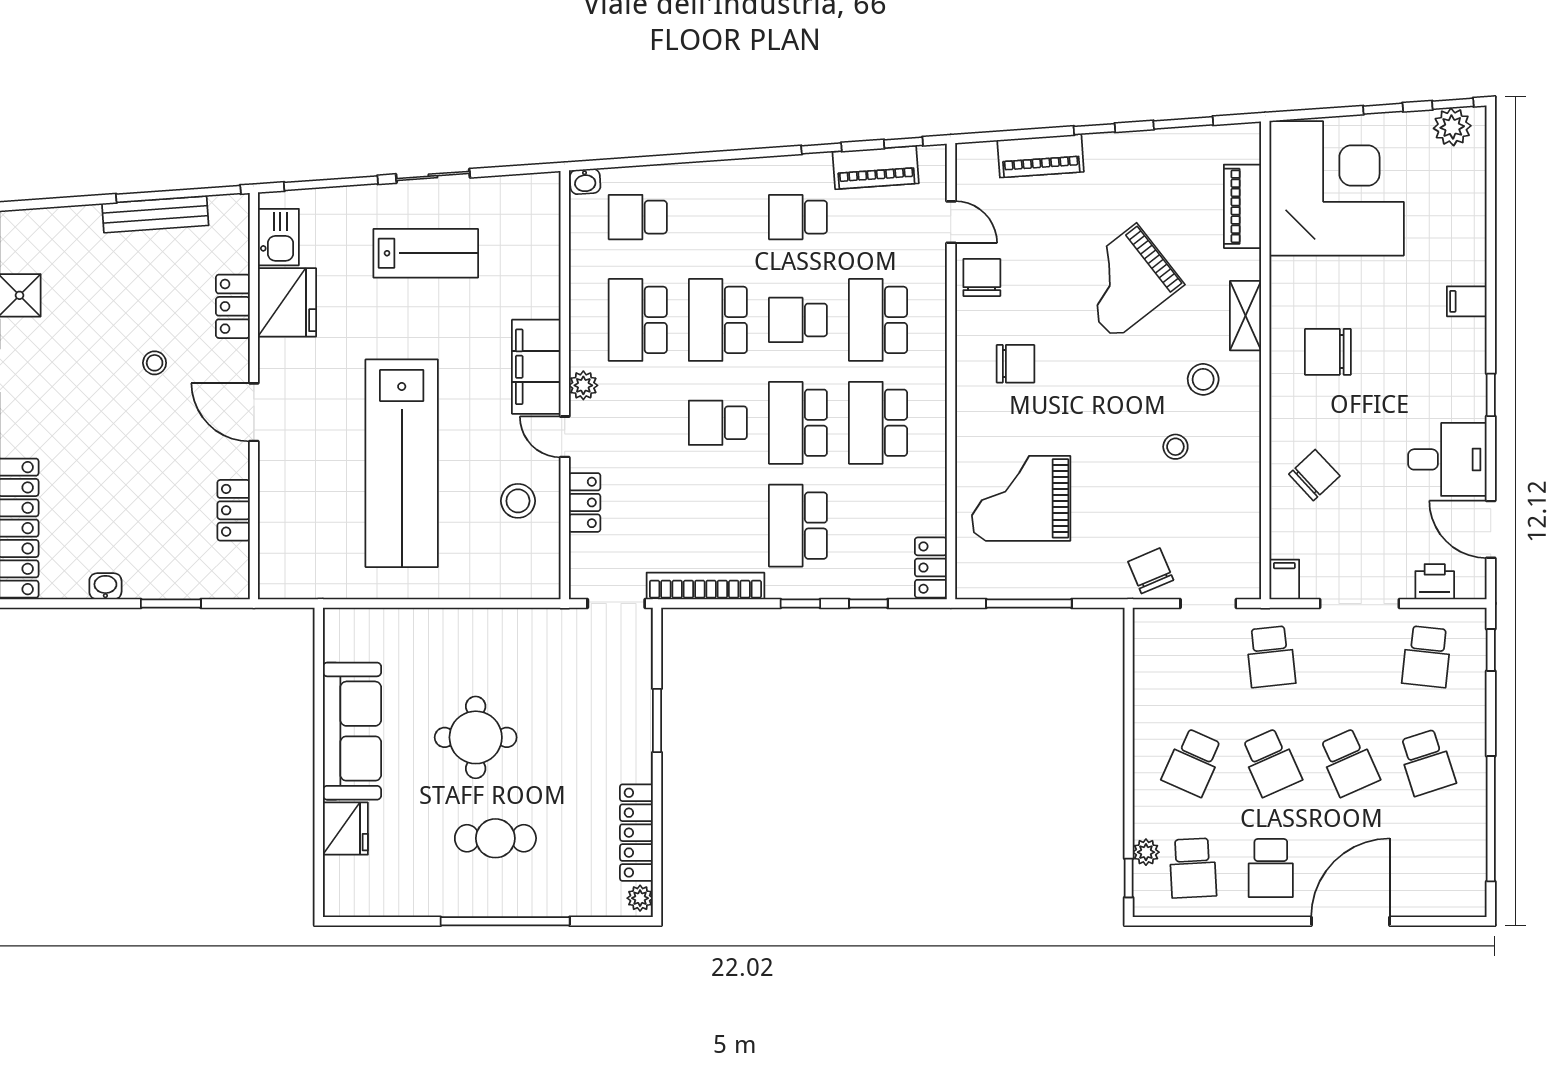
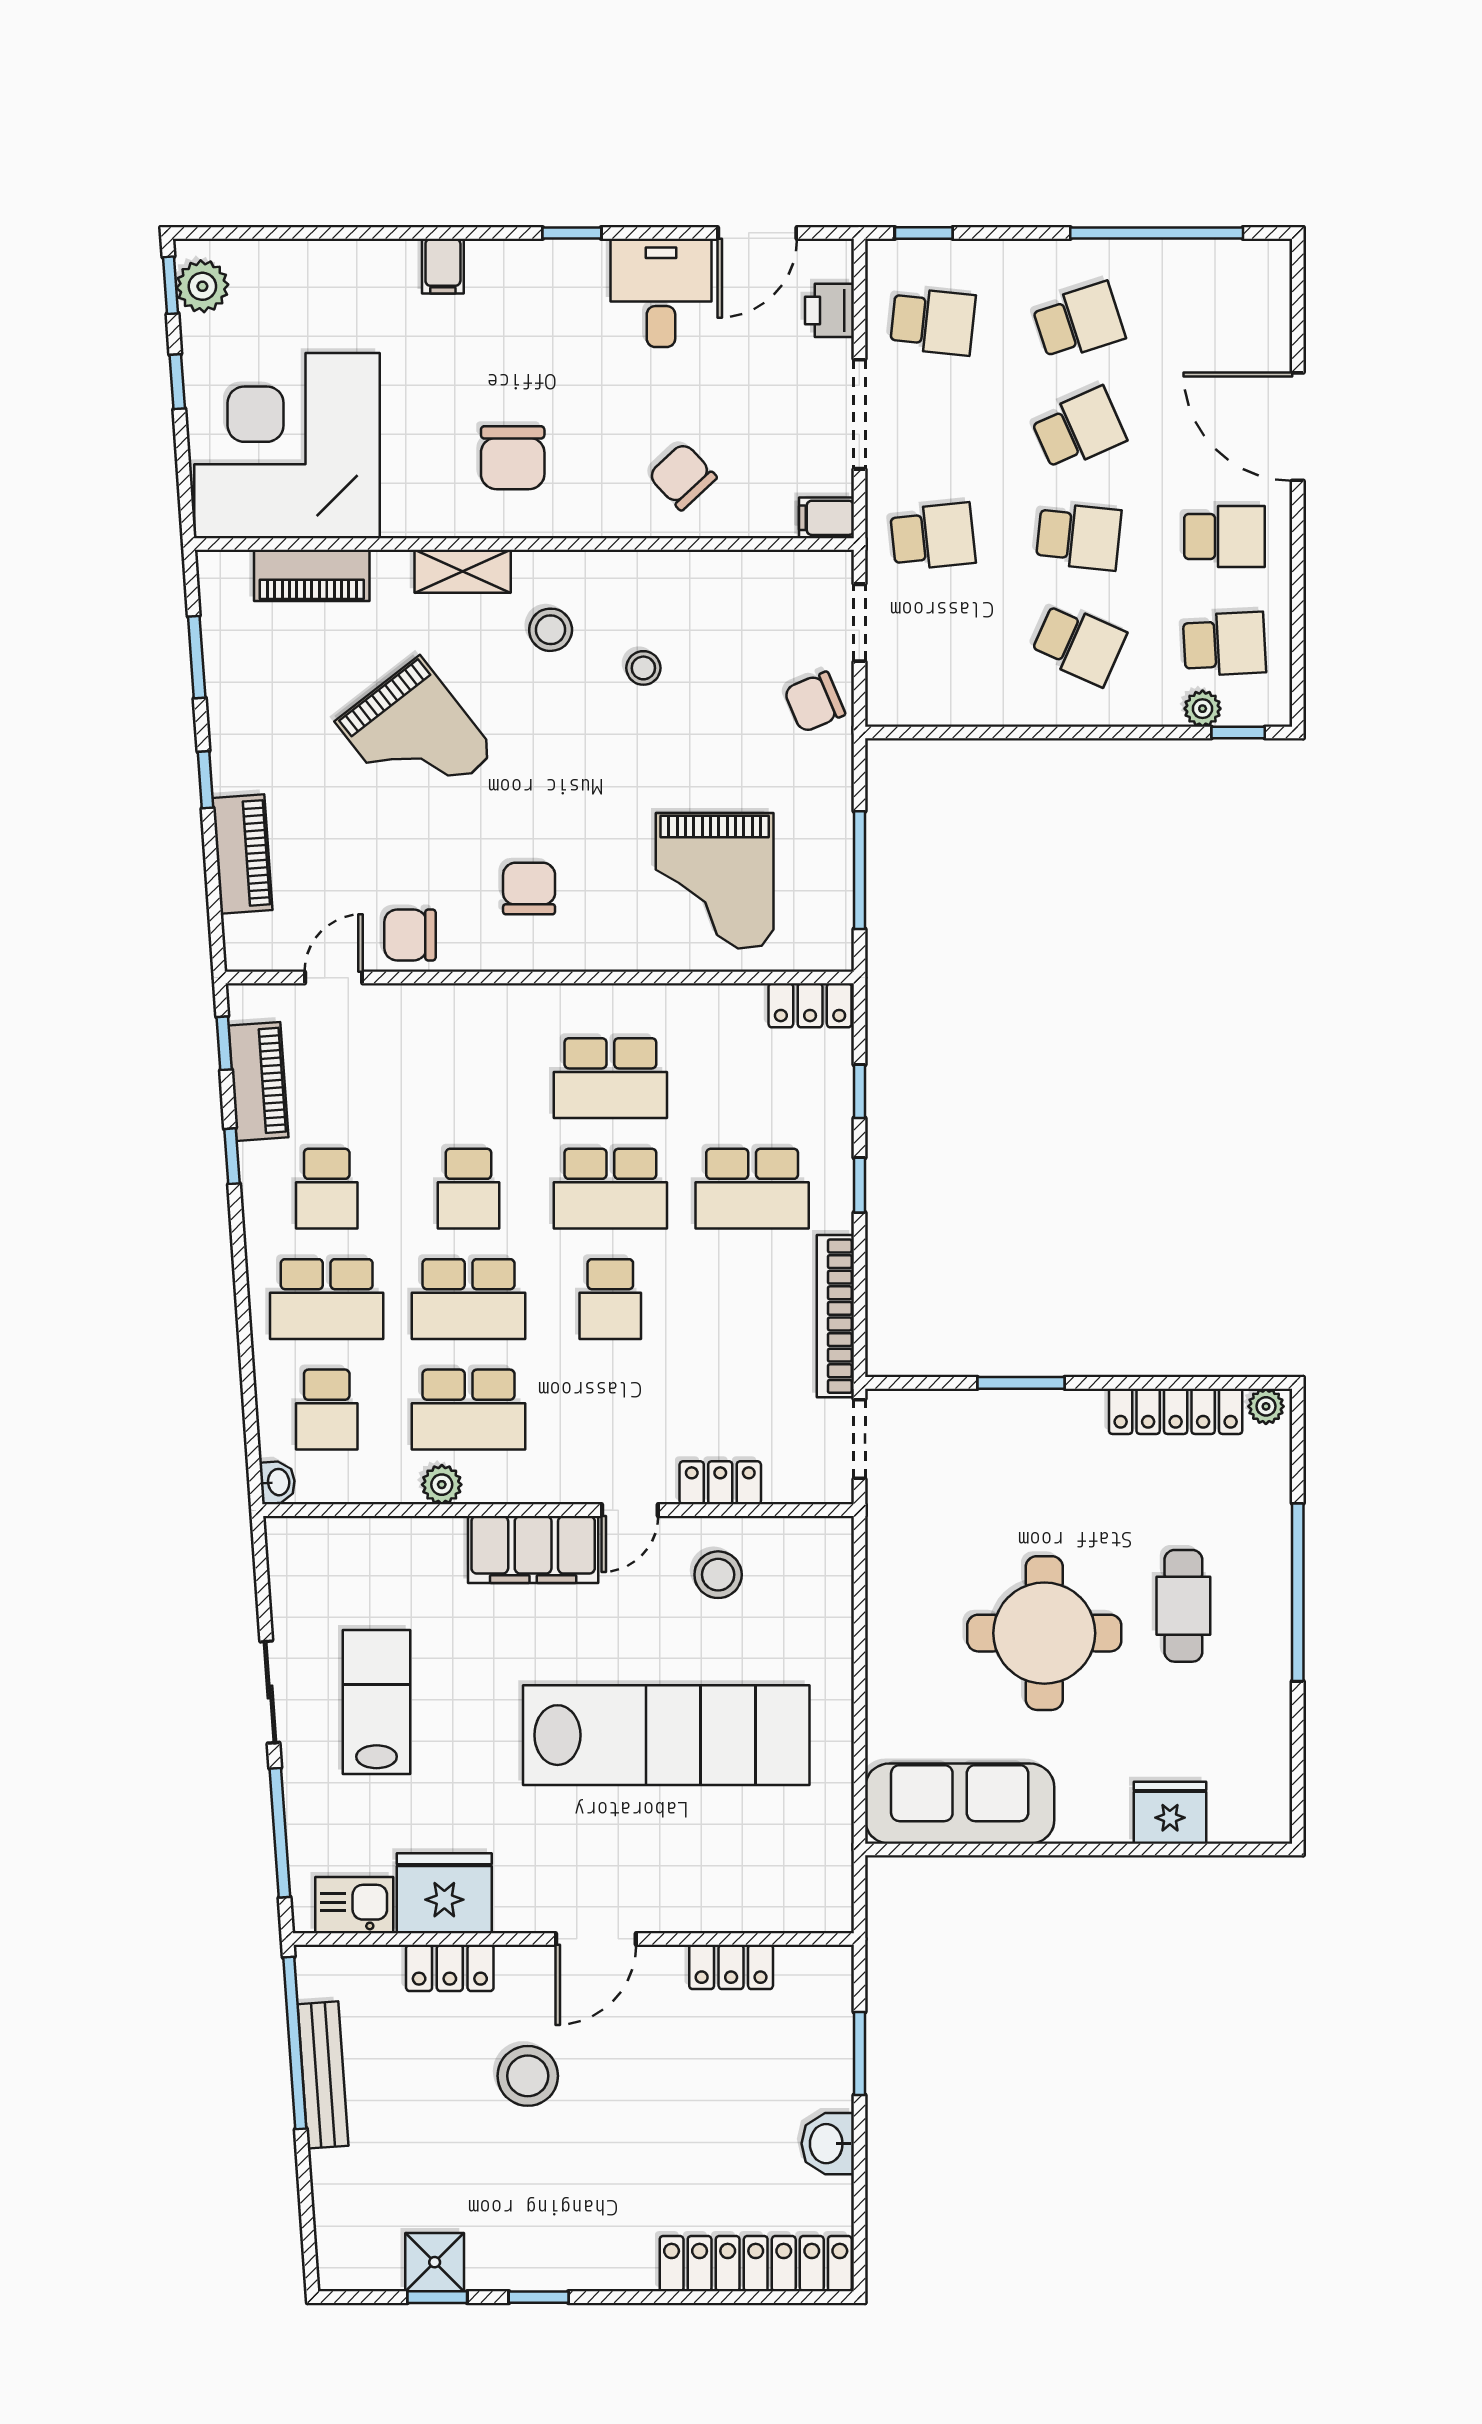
school desk: (878, 320) -> (327, 1299), moved
stool: (155, 363) -> (528, 2076), width x1.89, depth x1.89
plant: (583, 385) -> (442, 1485), moved
washbasin: (105, 586) -> (828, 2144), width x1.38, depth x1.45
sofa: (352, 731) -> (960, 1804), moved
round table: (476, 737) -> (1044, 1633), width x1.36, depth x1.36
school desk: (1271, 762) -> (1079, 536), turned 30

